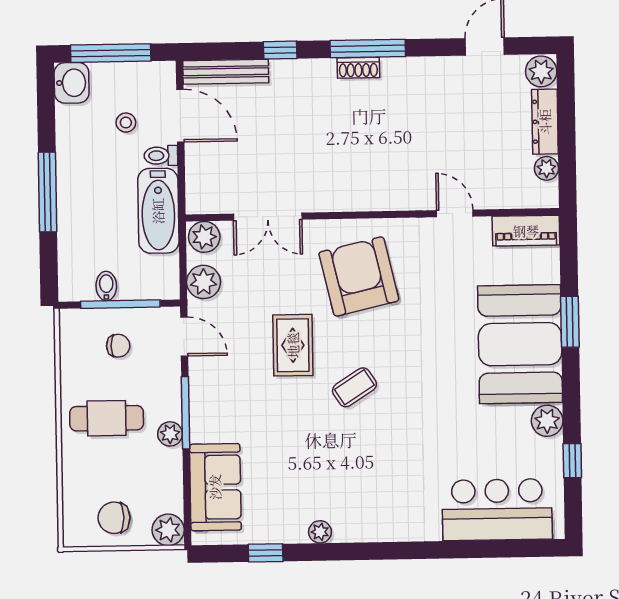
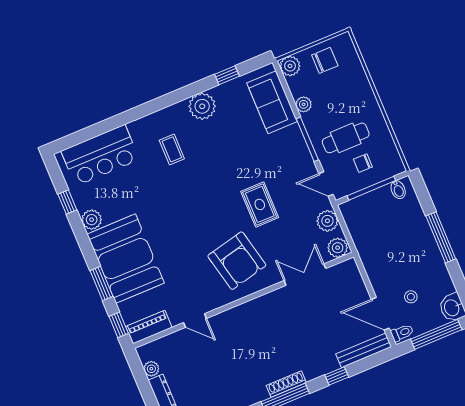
shoe rack: (358, 68) -> (286, 384), width x1.43
toilet: (161, 156) -> (402, 333), moved
bathtub: (158, 211) -> (371, 252), removed
window: (569, 251) -> (119, 325), added
bidet: (106, 286) -> (398, 190), moved
coffee table: (354, 387) -> (172, 149), moved, turned -57
cafe table: (107, 418) -> (346, 138), moved
plant: (170, 434) -> (304, 104), moved
plant: (320, 532) -> (202, 106), width x1.88, depth x1.88

